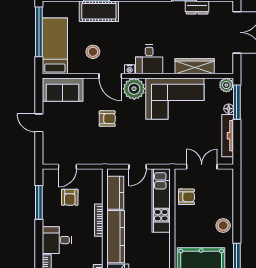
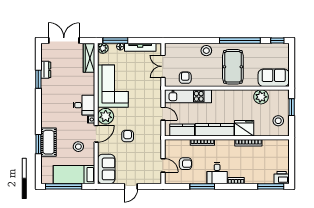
wardrobe: (195, 66) -> (89, 58), moved
window: (39, 202) -> (202, 186), moved

